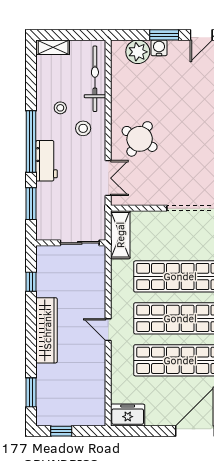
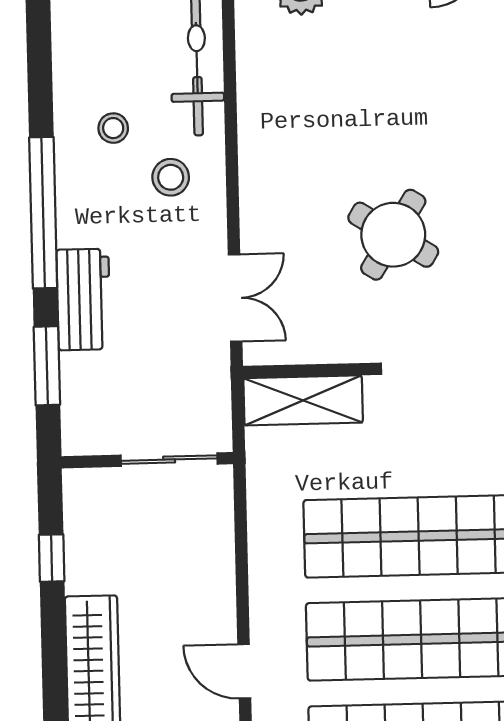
round table: (140, 139) -> (393, 235), moved
workbench: (47, 161) -> (84, 299), moved
shelving: (120, 235) -> (303, 400), moved, turned 90

